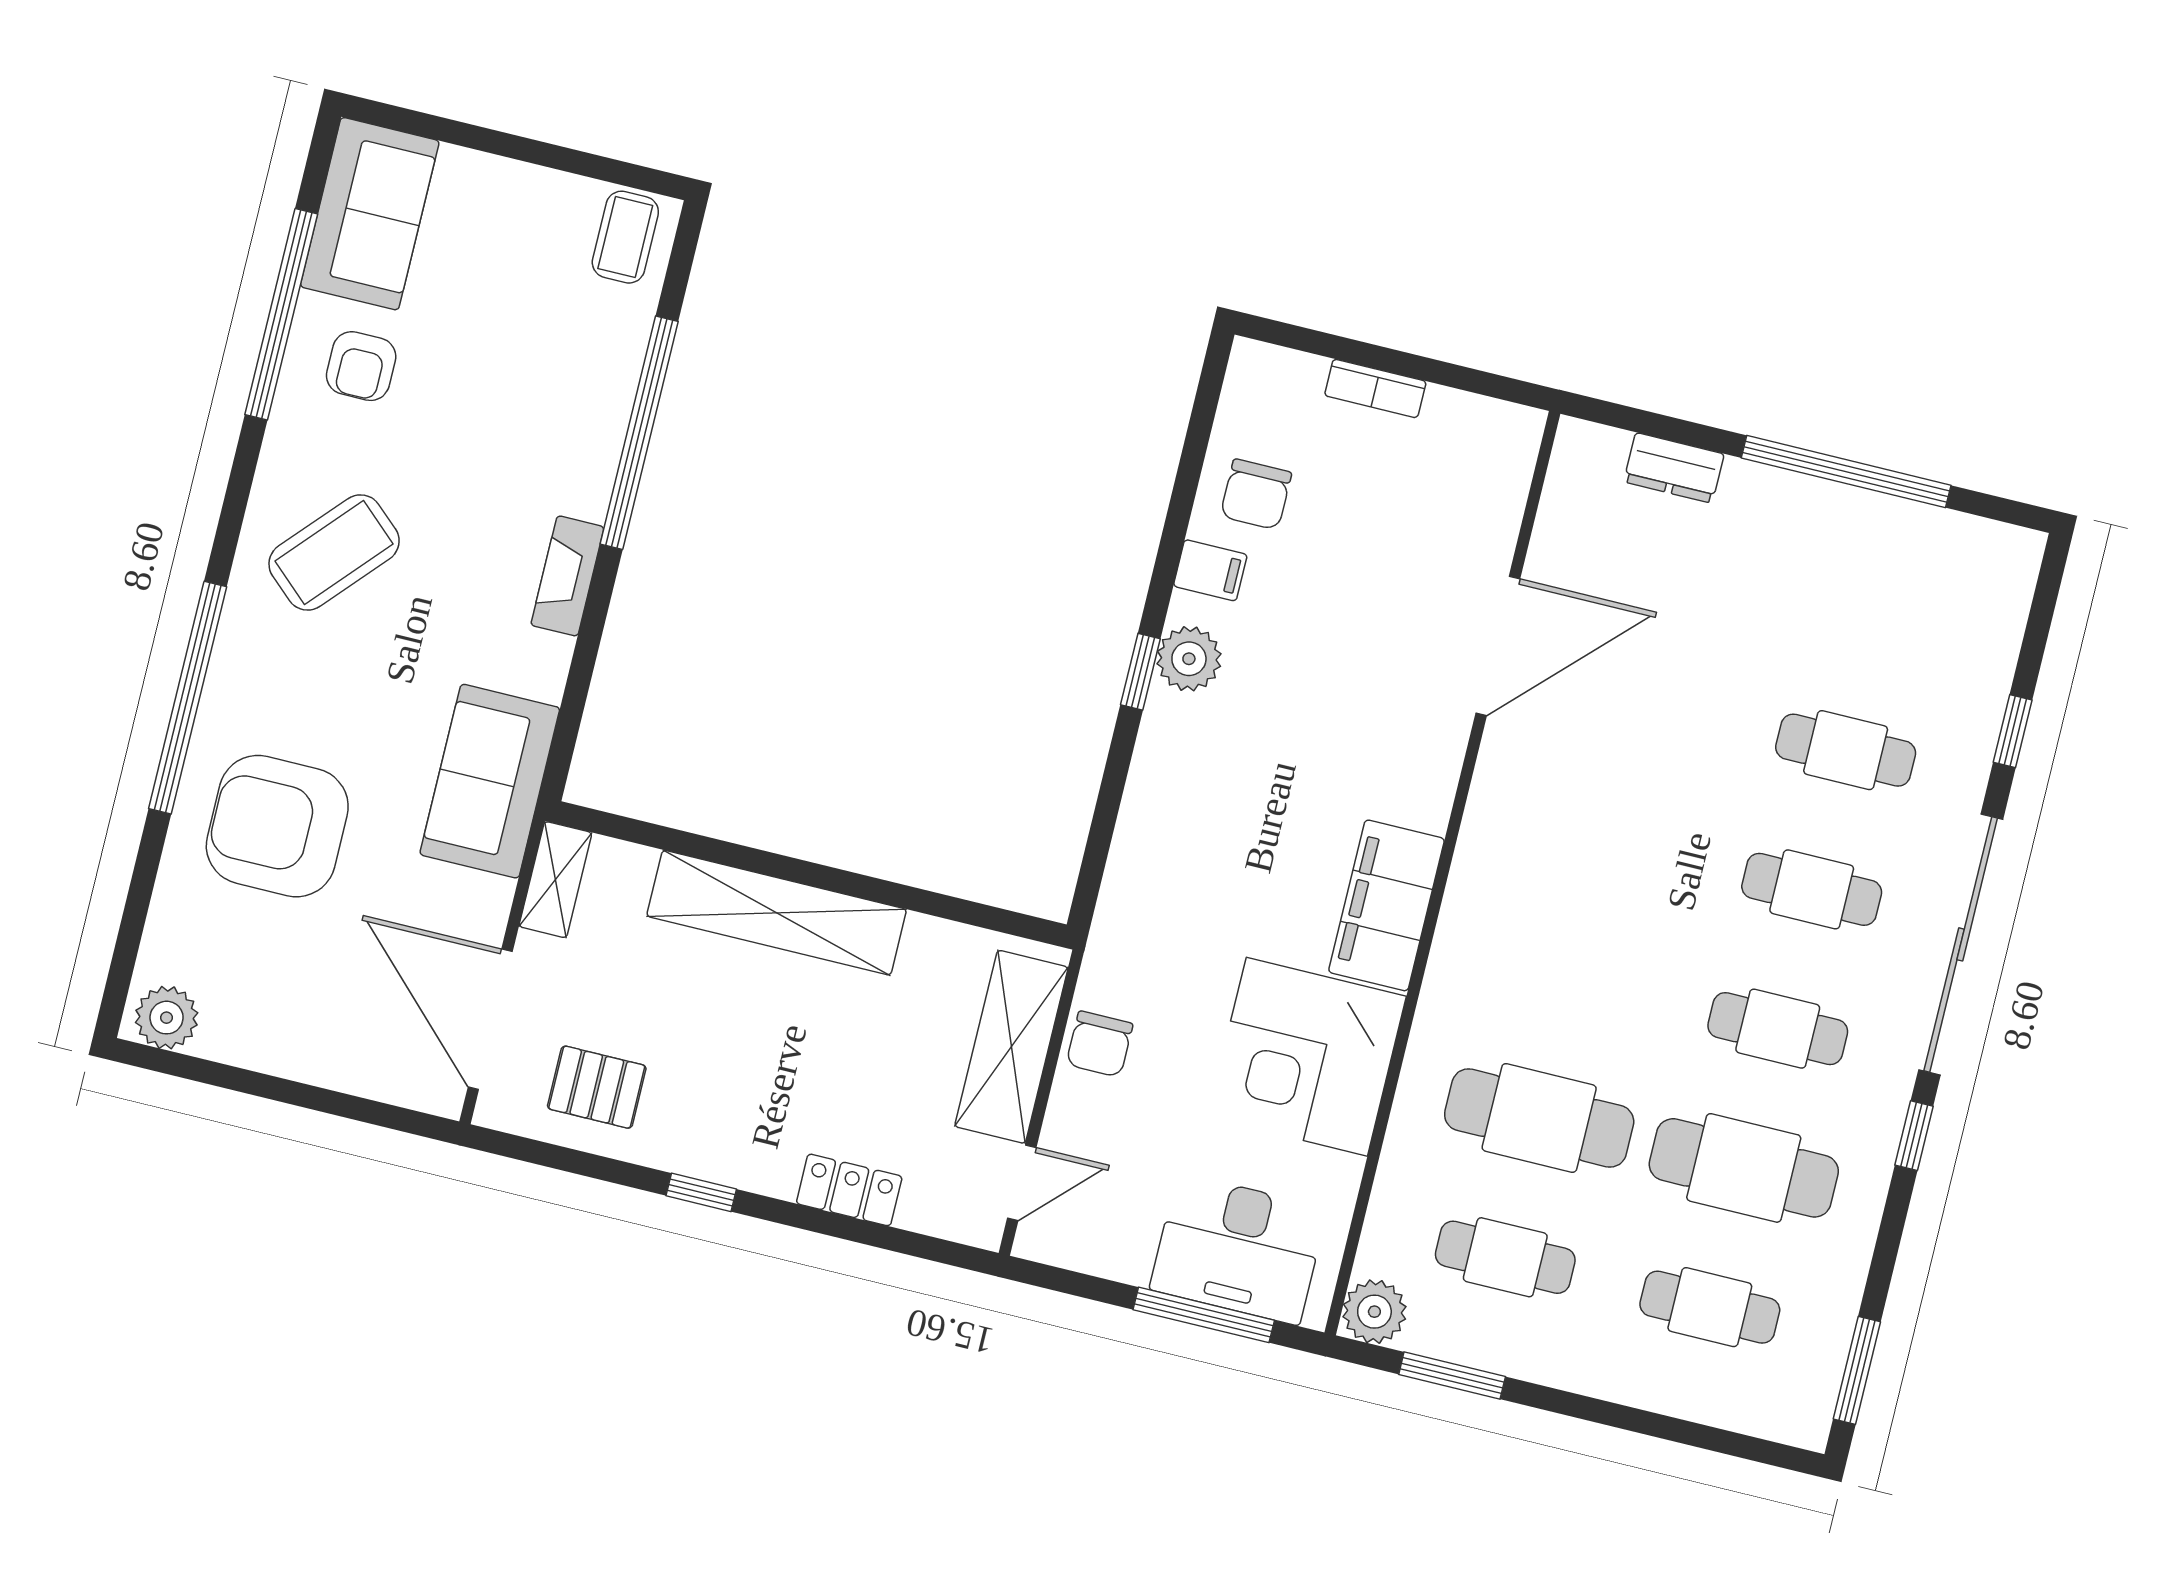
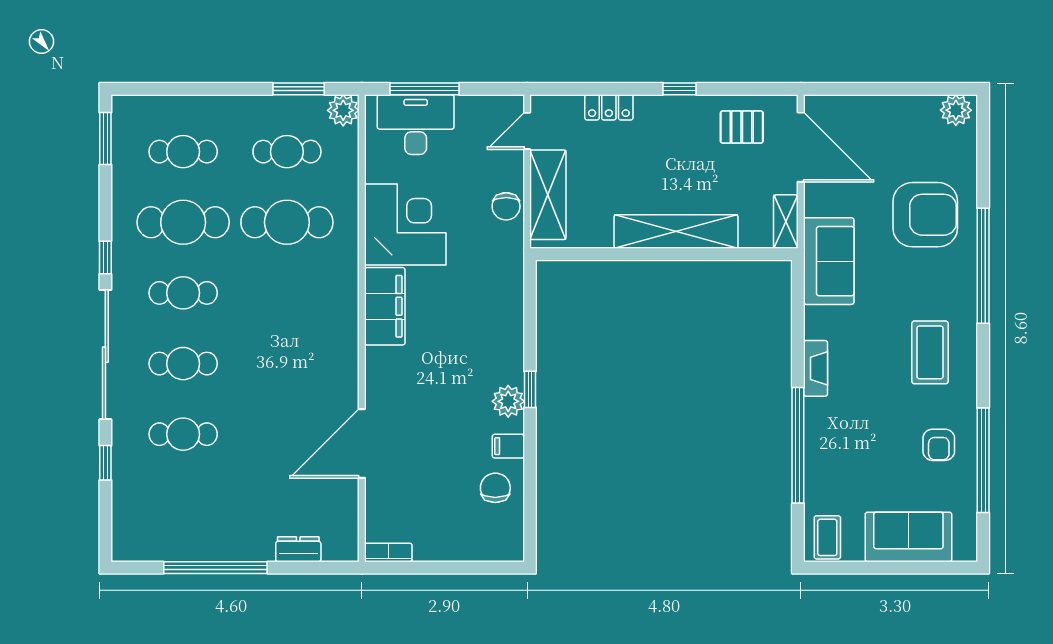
sofa: (370, 214) -> (908, 537), moved, turned 90
armchair: (361, 366) -> (939, 445), turned 180
bookcase: (1375, 388) -> (388, 552), moved
coffee table: (334, 552) -> (930, 352), turned -42
chair: (1100, 1044) -> (506, 206), turned 180

